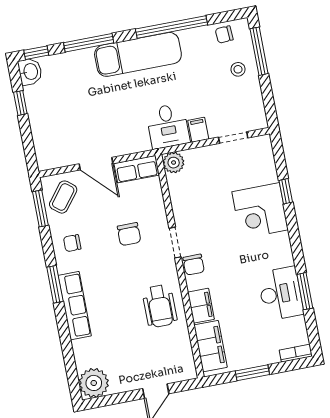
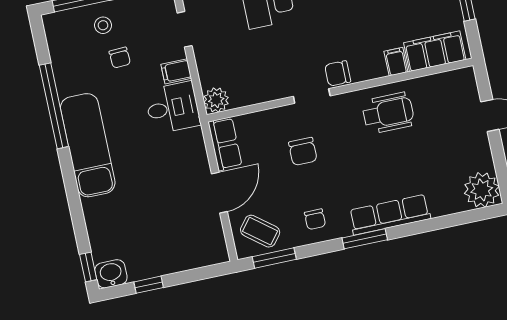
chair: (224, 34) -> (120, 58), moved
window: (89, 43) -> (75, 205), removed
chair: (129, 234) -> (303, 151), turned 90
chair: (194, 265) -> (338, 73), turned 180
filing cabinet: (201, 306) -> (396, 62), width x0.50

